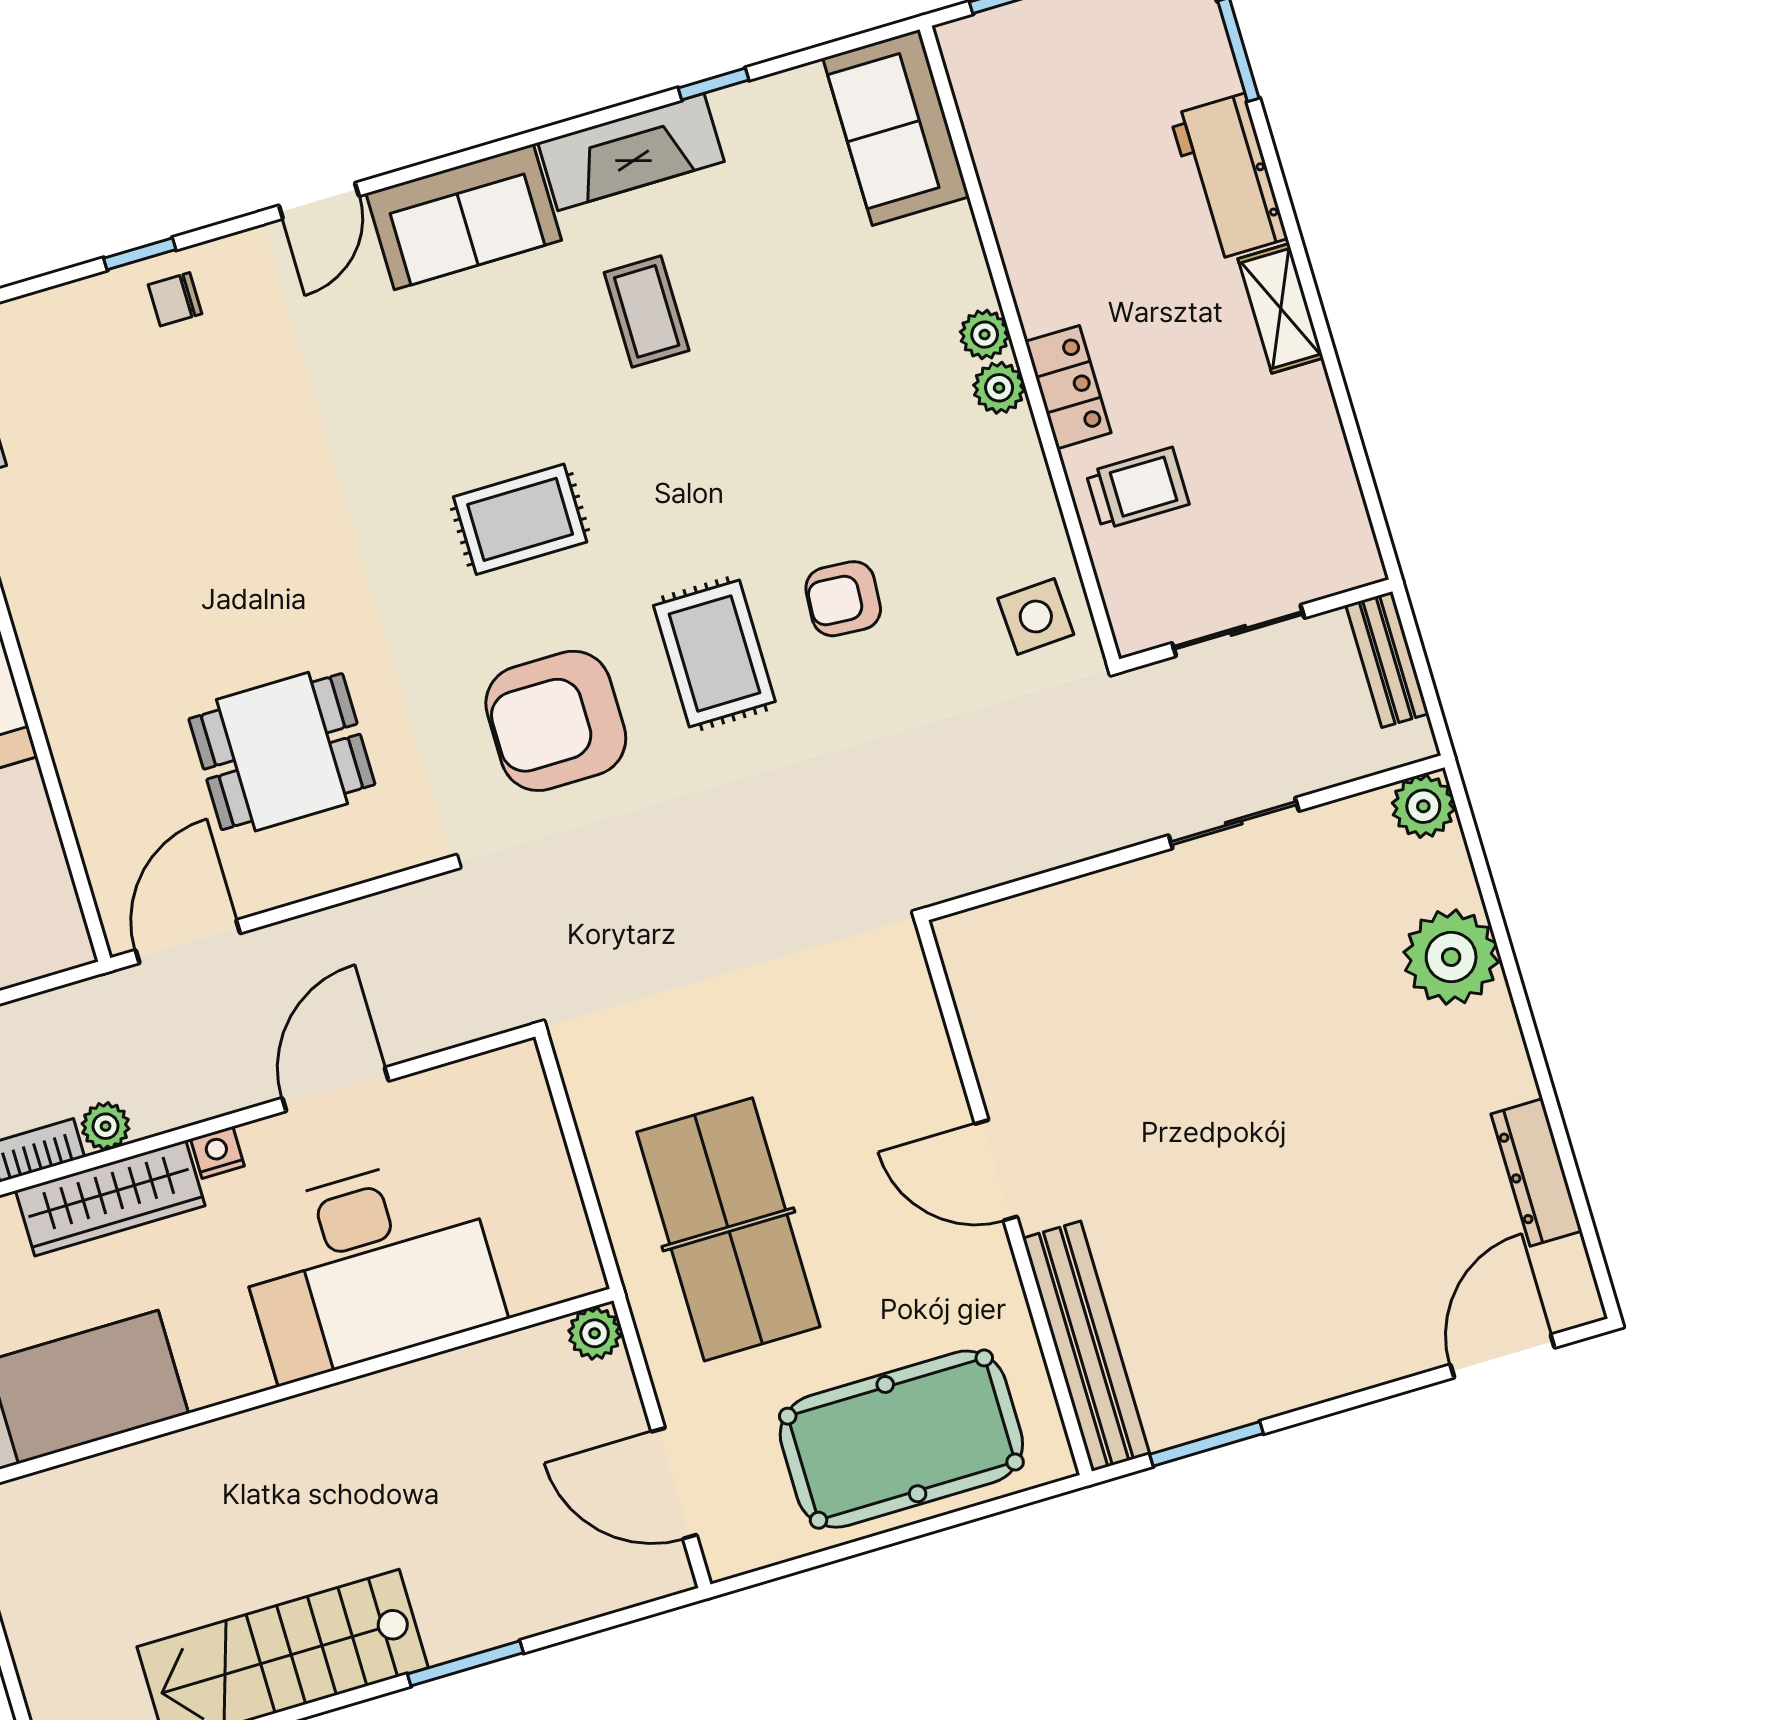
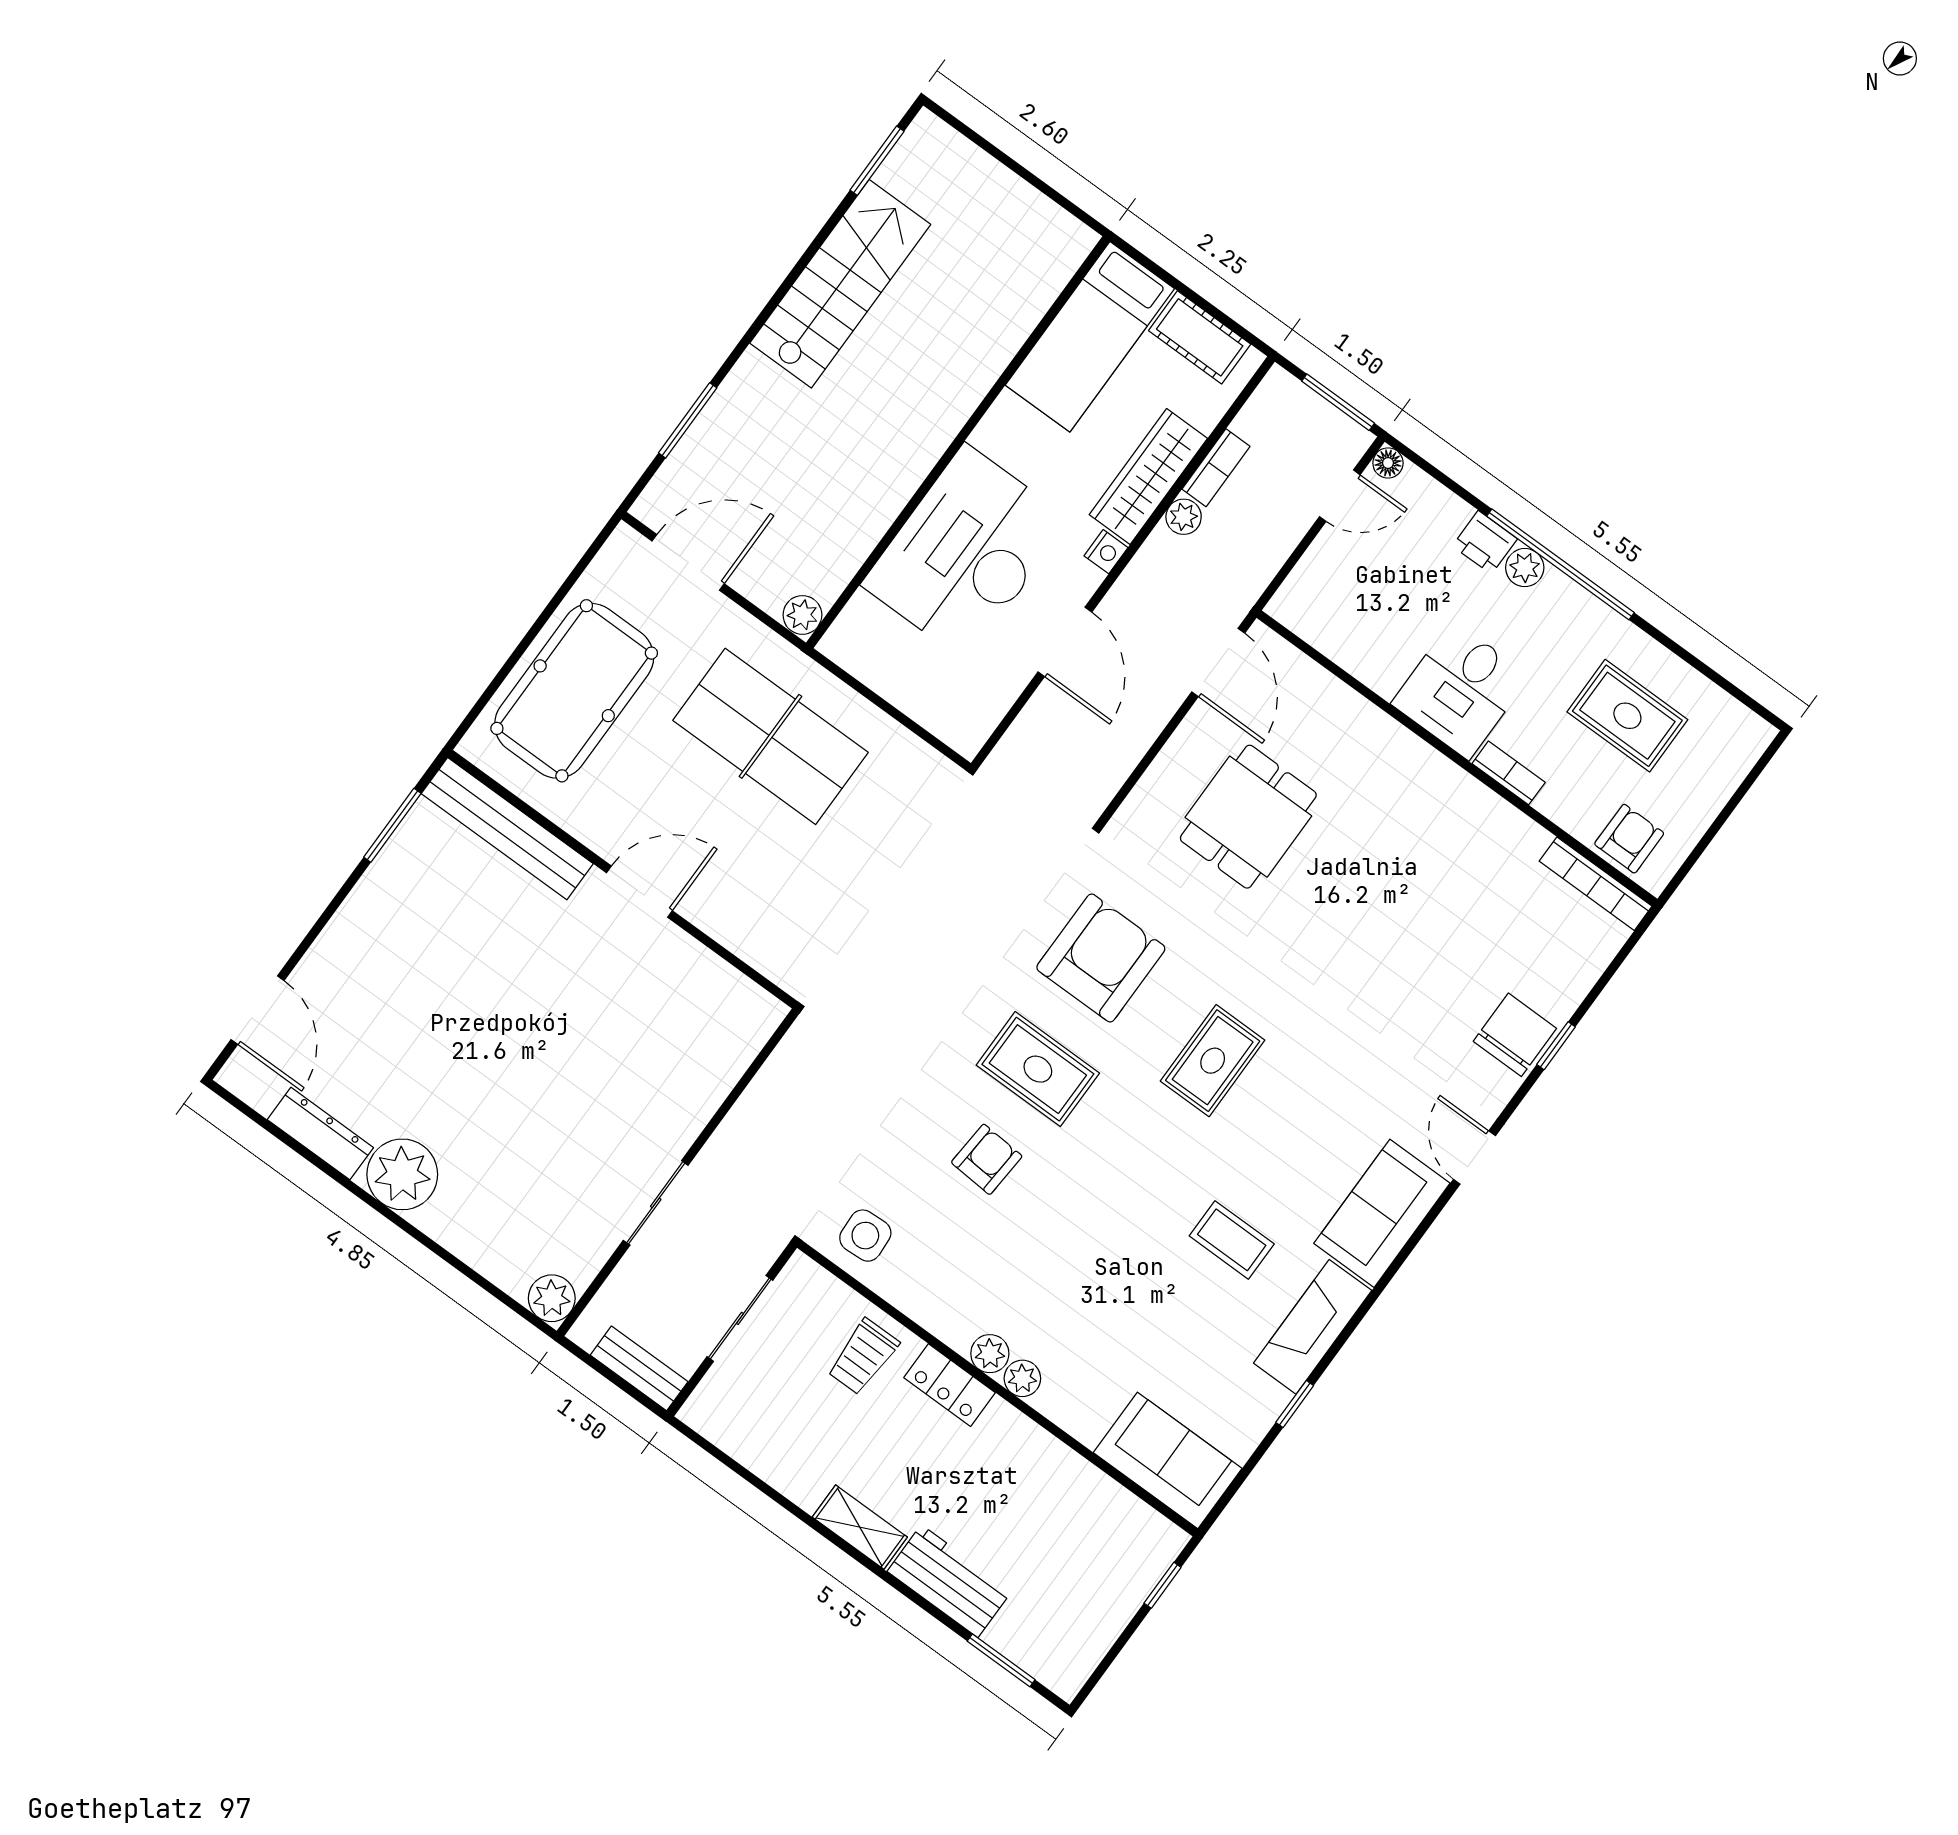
chair: (175, 299) -> (1515, 1035), width x1.87, depth x1.87
plant: (1451, 957) -> (402, 1174), moved
window: (465, 1663) -> (688, 420), moved

